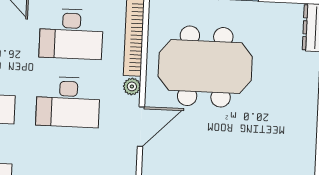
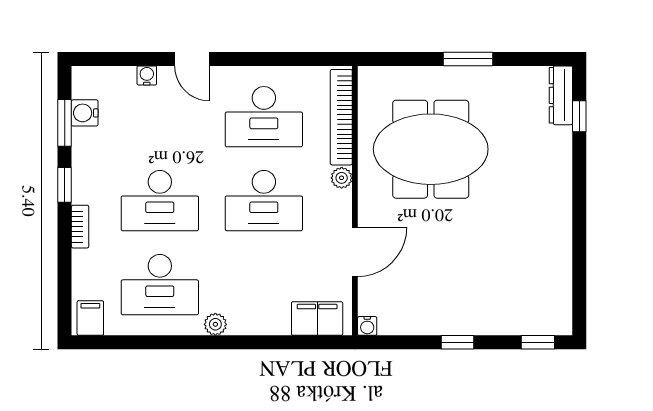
door: (141, 127) -> (355, 252), moved

